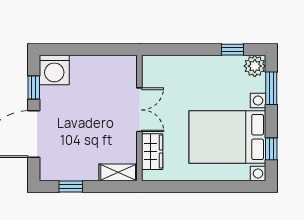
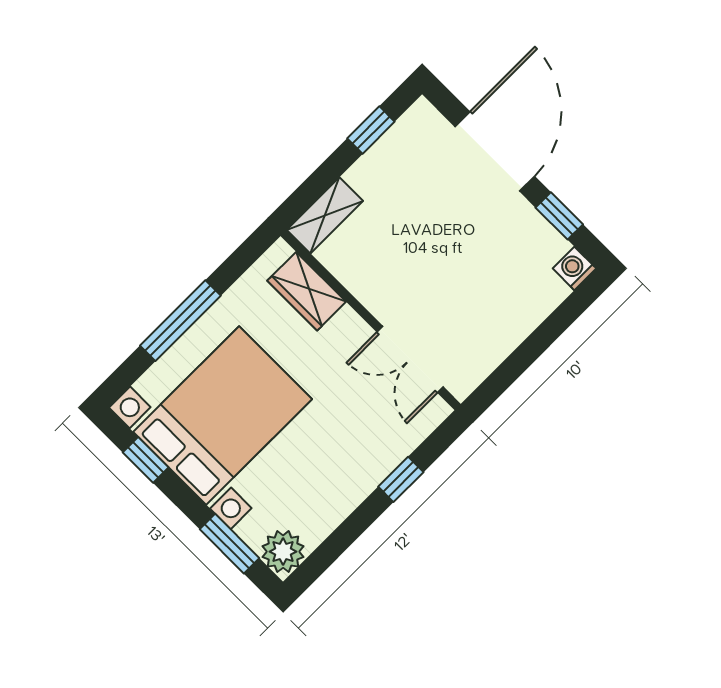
window: (232, 50) -> (401, 479), moved
washing machine: (54, 70) -> (574, 268), width x0.53, depth x0.53
double door: (139, 110) -> (410, 359), moved
window: (208, 187) -> (180, 321), added

